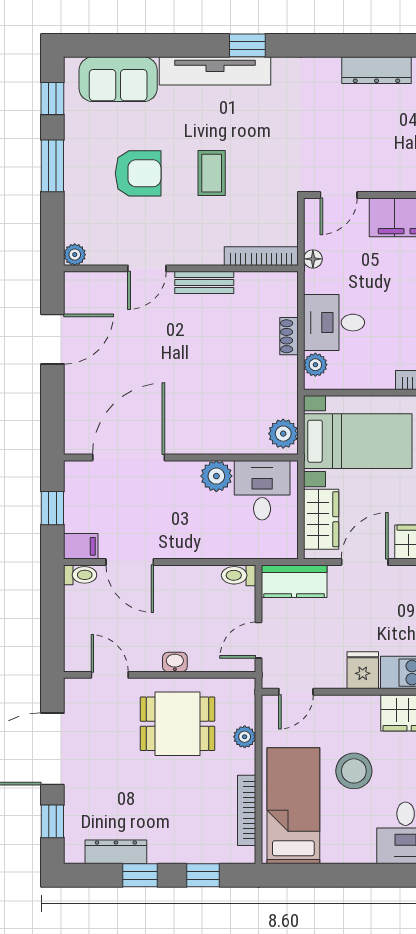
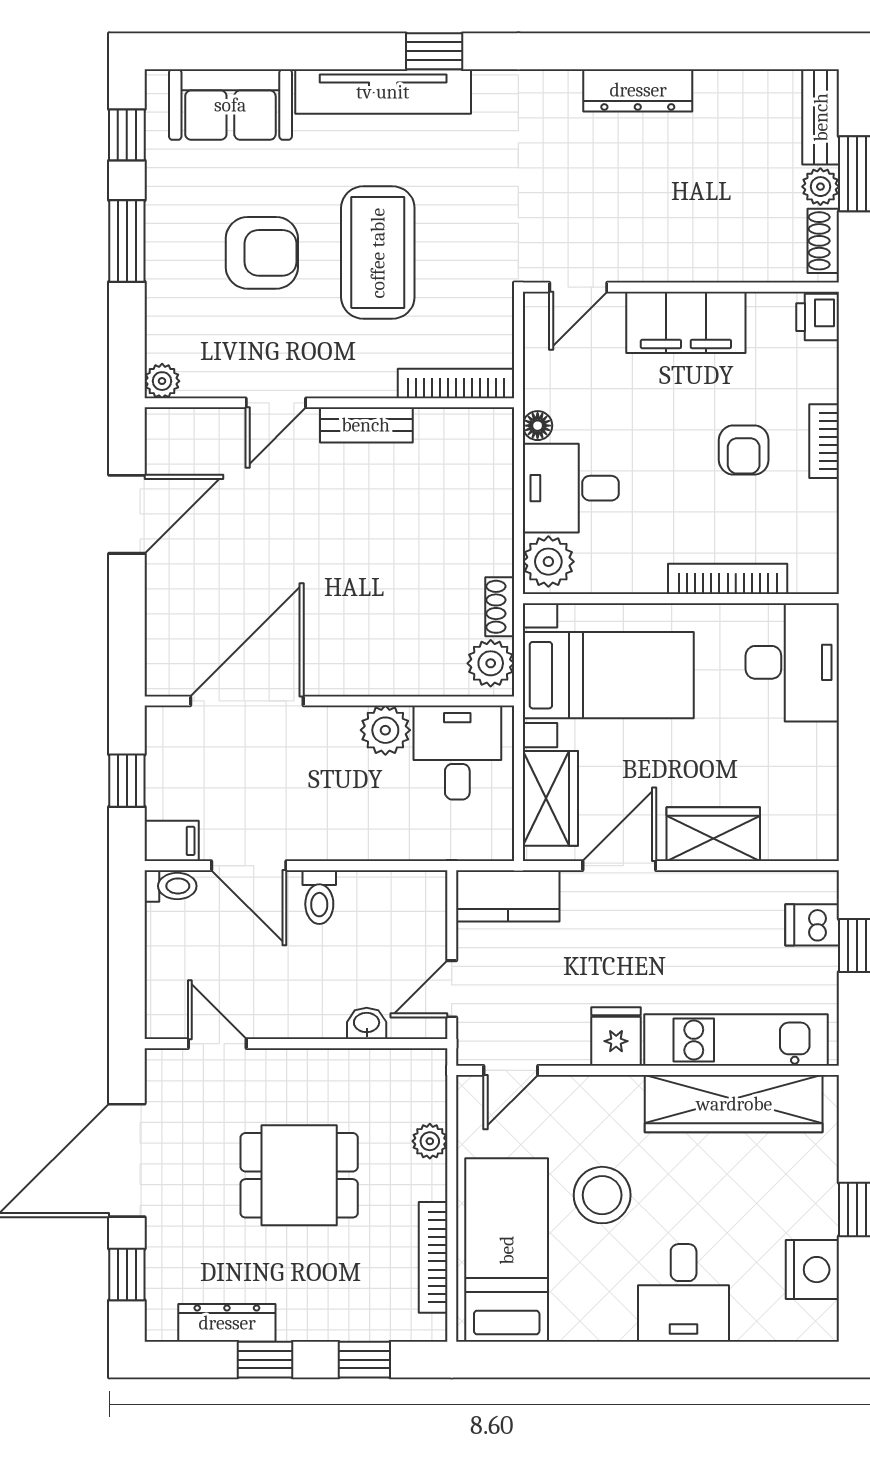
coffee table: (212, 173) -> (378, 253), width x1.86, depth x1.72
floor lamp: (313, 259) -> (538, 426), moved
shoe rack: (289, 336) -> (500, 607), moved
plant: (315, 365) -> (548, 562), width x1.38, depth x1.38
toilet: (239, 575) -> (319, 897), moved, turned -90
washbasin: (175, 662) -> (367, 1023), moved
dining table: (177, 724) -> (299, 1175), moved

